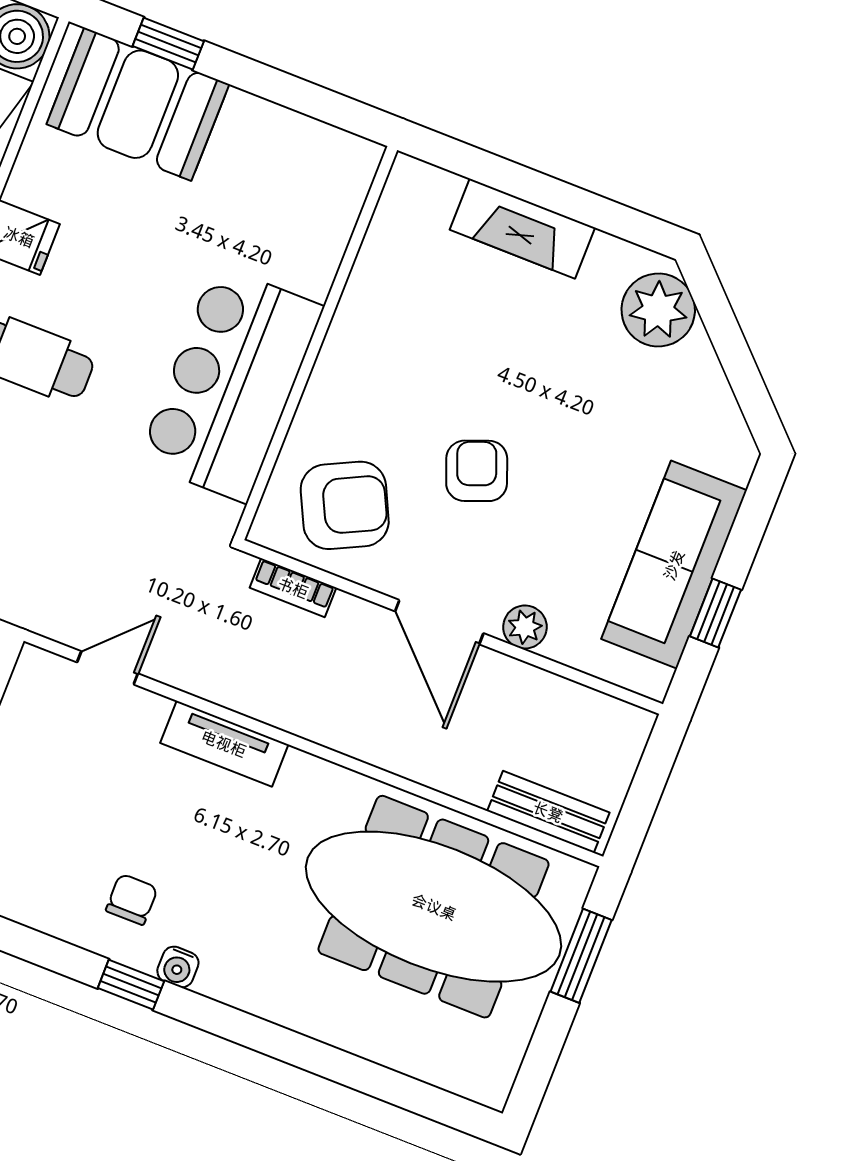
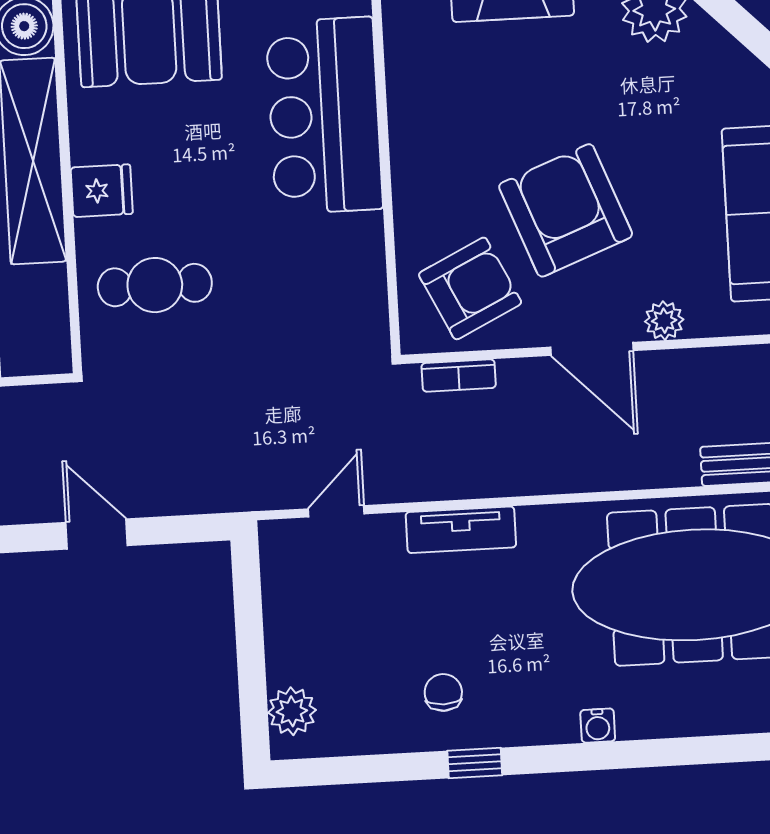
bar counter: (231, 384) -> (324, 116), moved
armchair: (477, 471) -> (566, 210), width x1.88, depth x1.88
water cooler: (178, 967) -> (598, 726), moved

